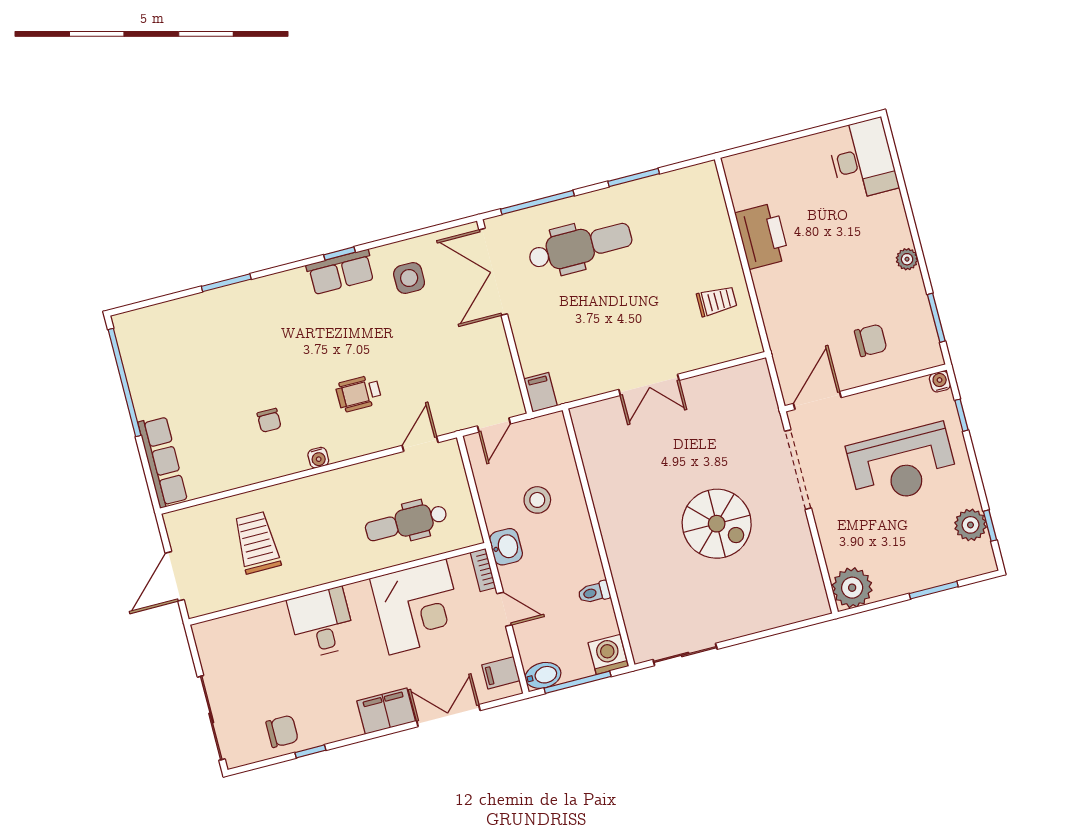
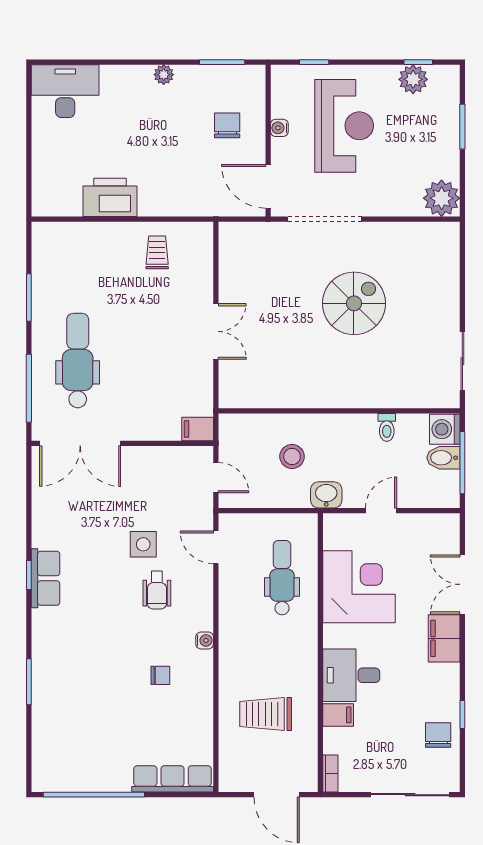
side table: (409, 278) -> (143, 544), moved
water cooler: (940, 381) -> (279, 128), moved
dental chair: (406, 523) -> (282, 578), turned 180
bookcase: (483, 570) -> (330, 773), moved, turned -90
filing cabinet: (501, 673) -> (338, 715), moved, turned -90
bidet: (543, 675) -> (443, 458), moved, turned -90

